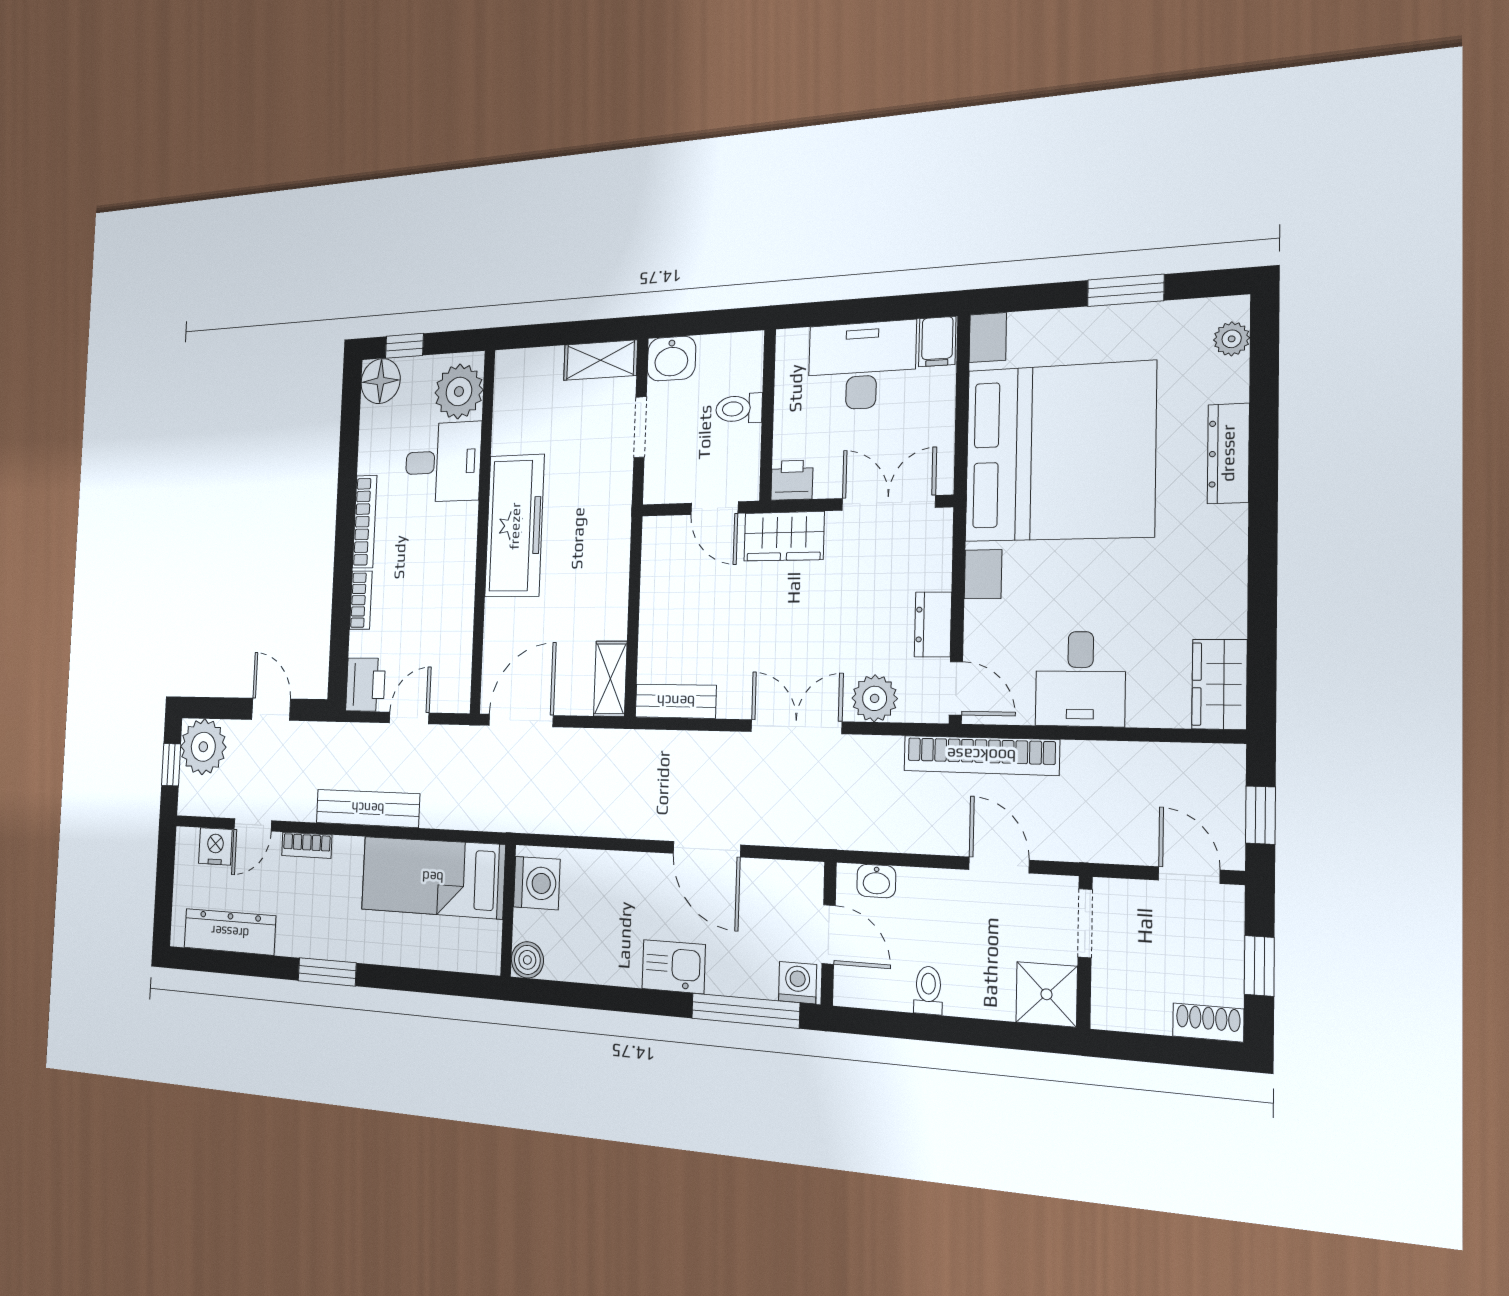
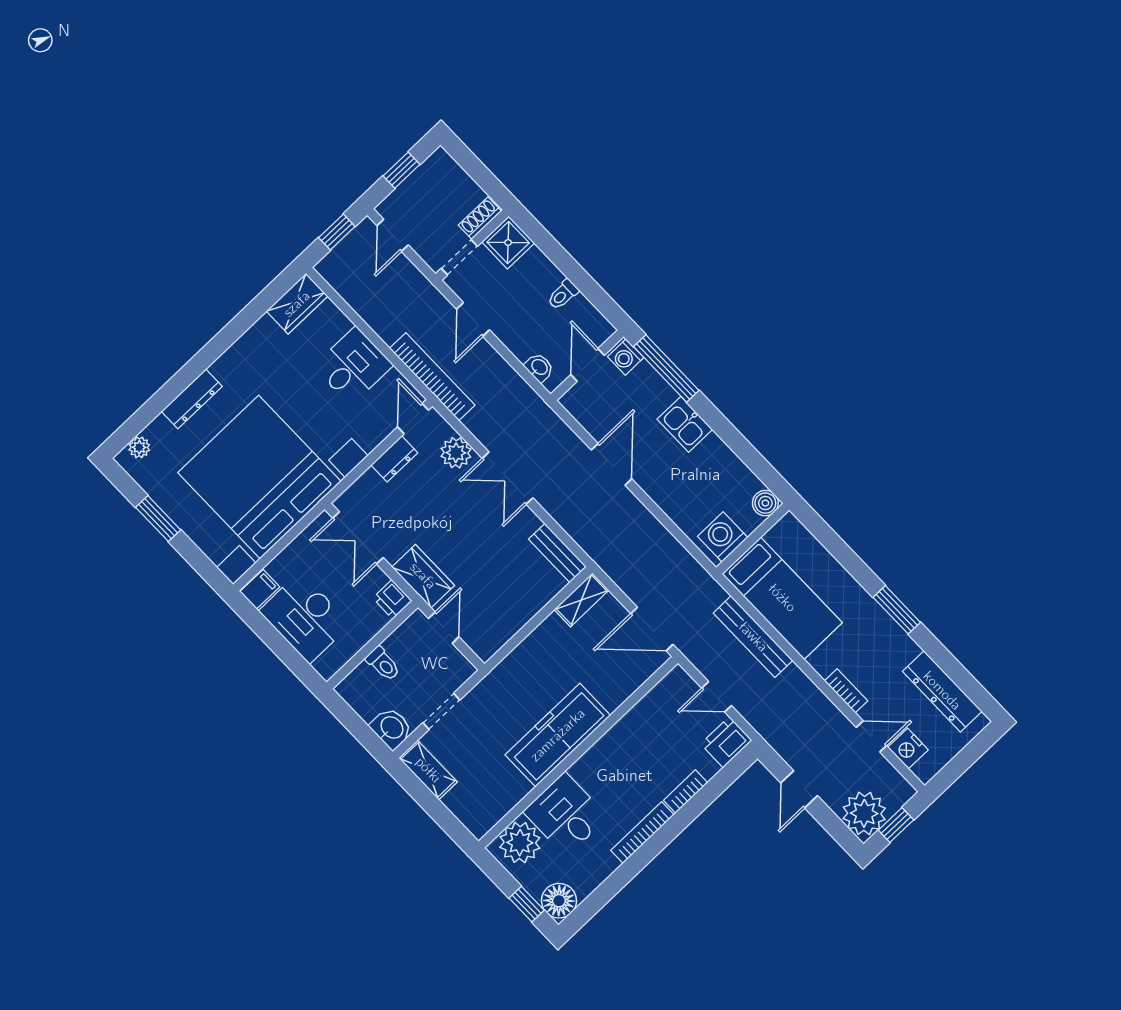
bench: (368, 808) -> (753, 637), moved
shoe rack: (1208, 1023) -> (480, 218), moved, turned 90

